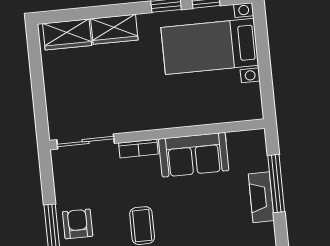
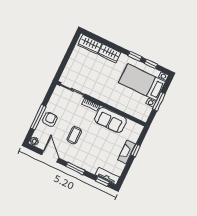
window: (264, 64) -> (159, 101), added
window: (276, 184) -> (135, 150), width x0.46

